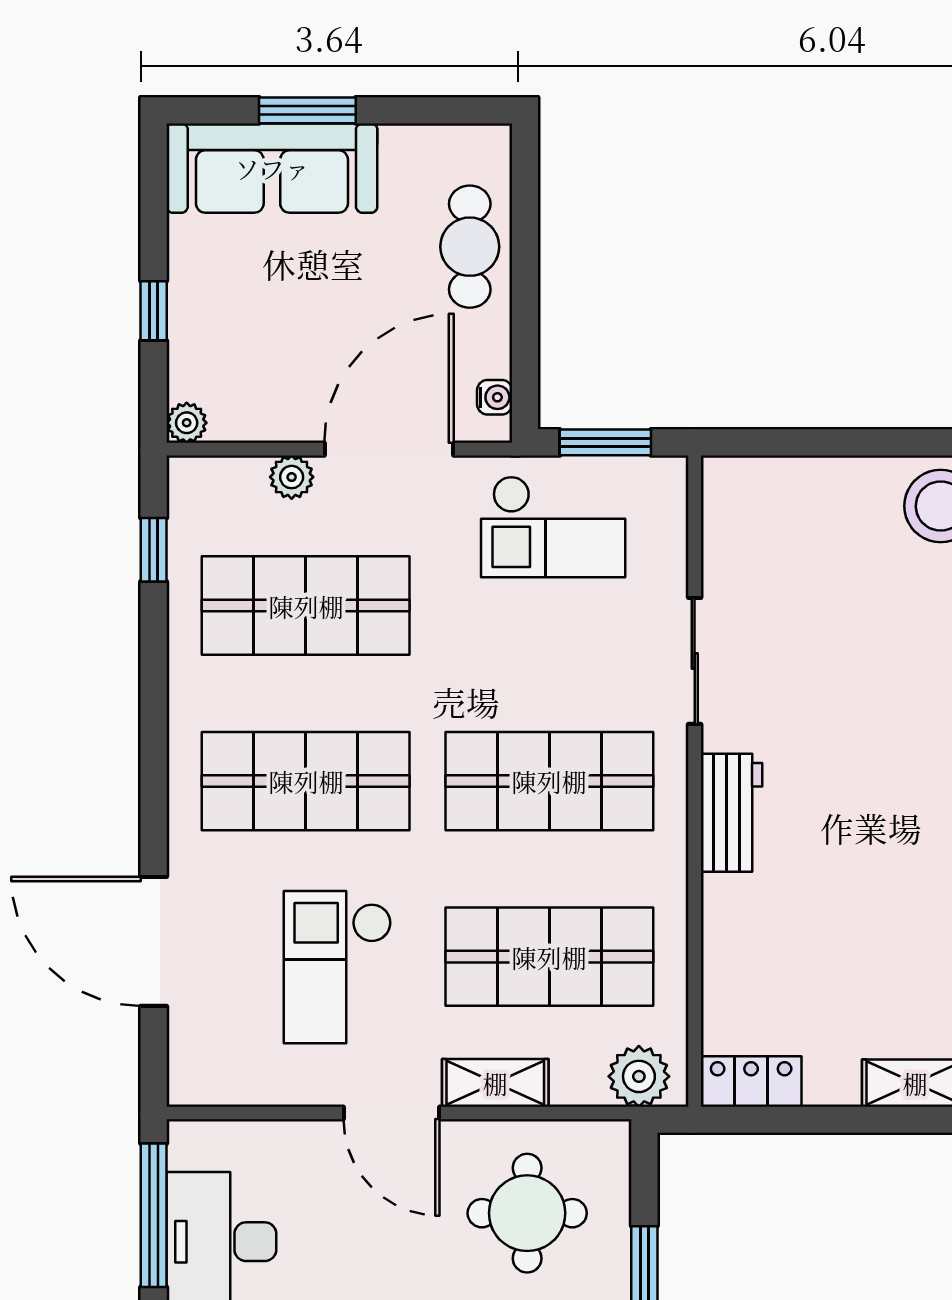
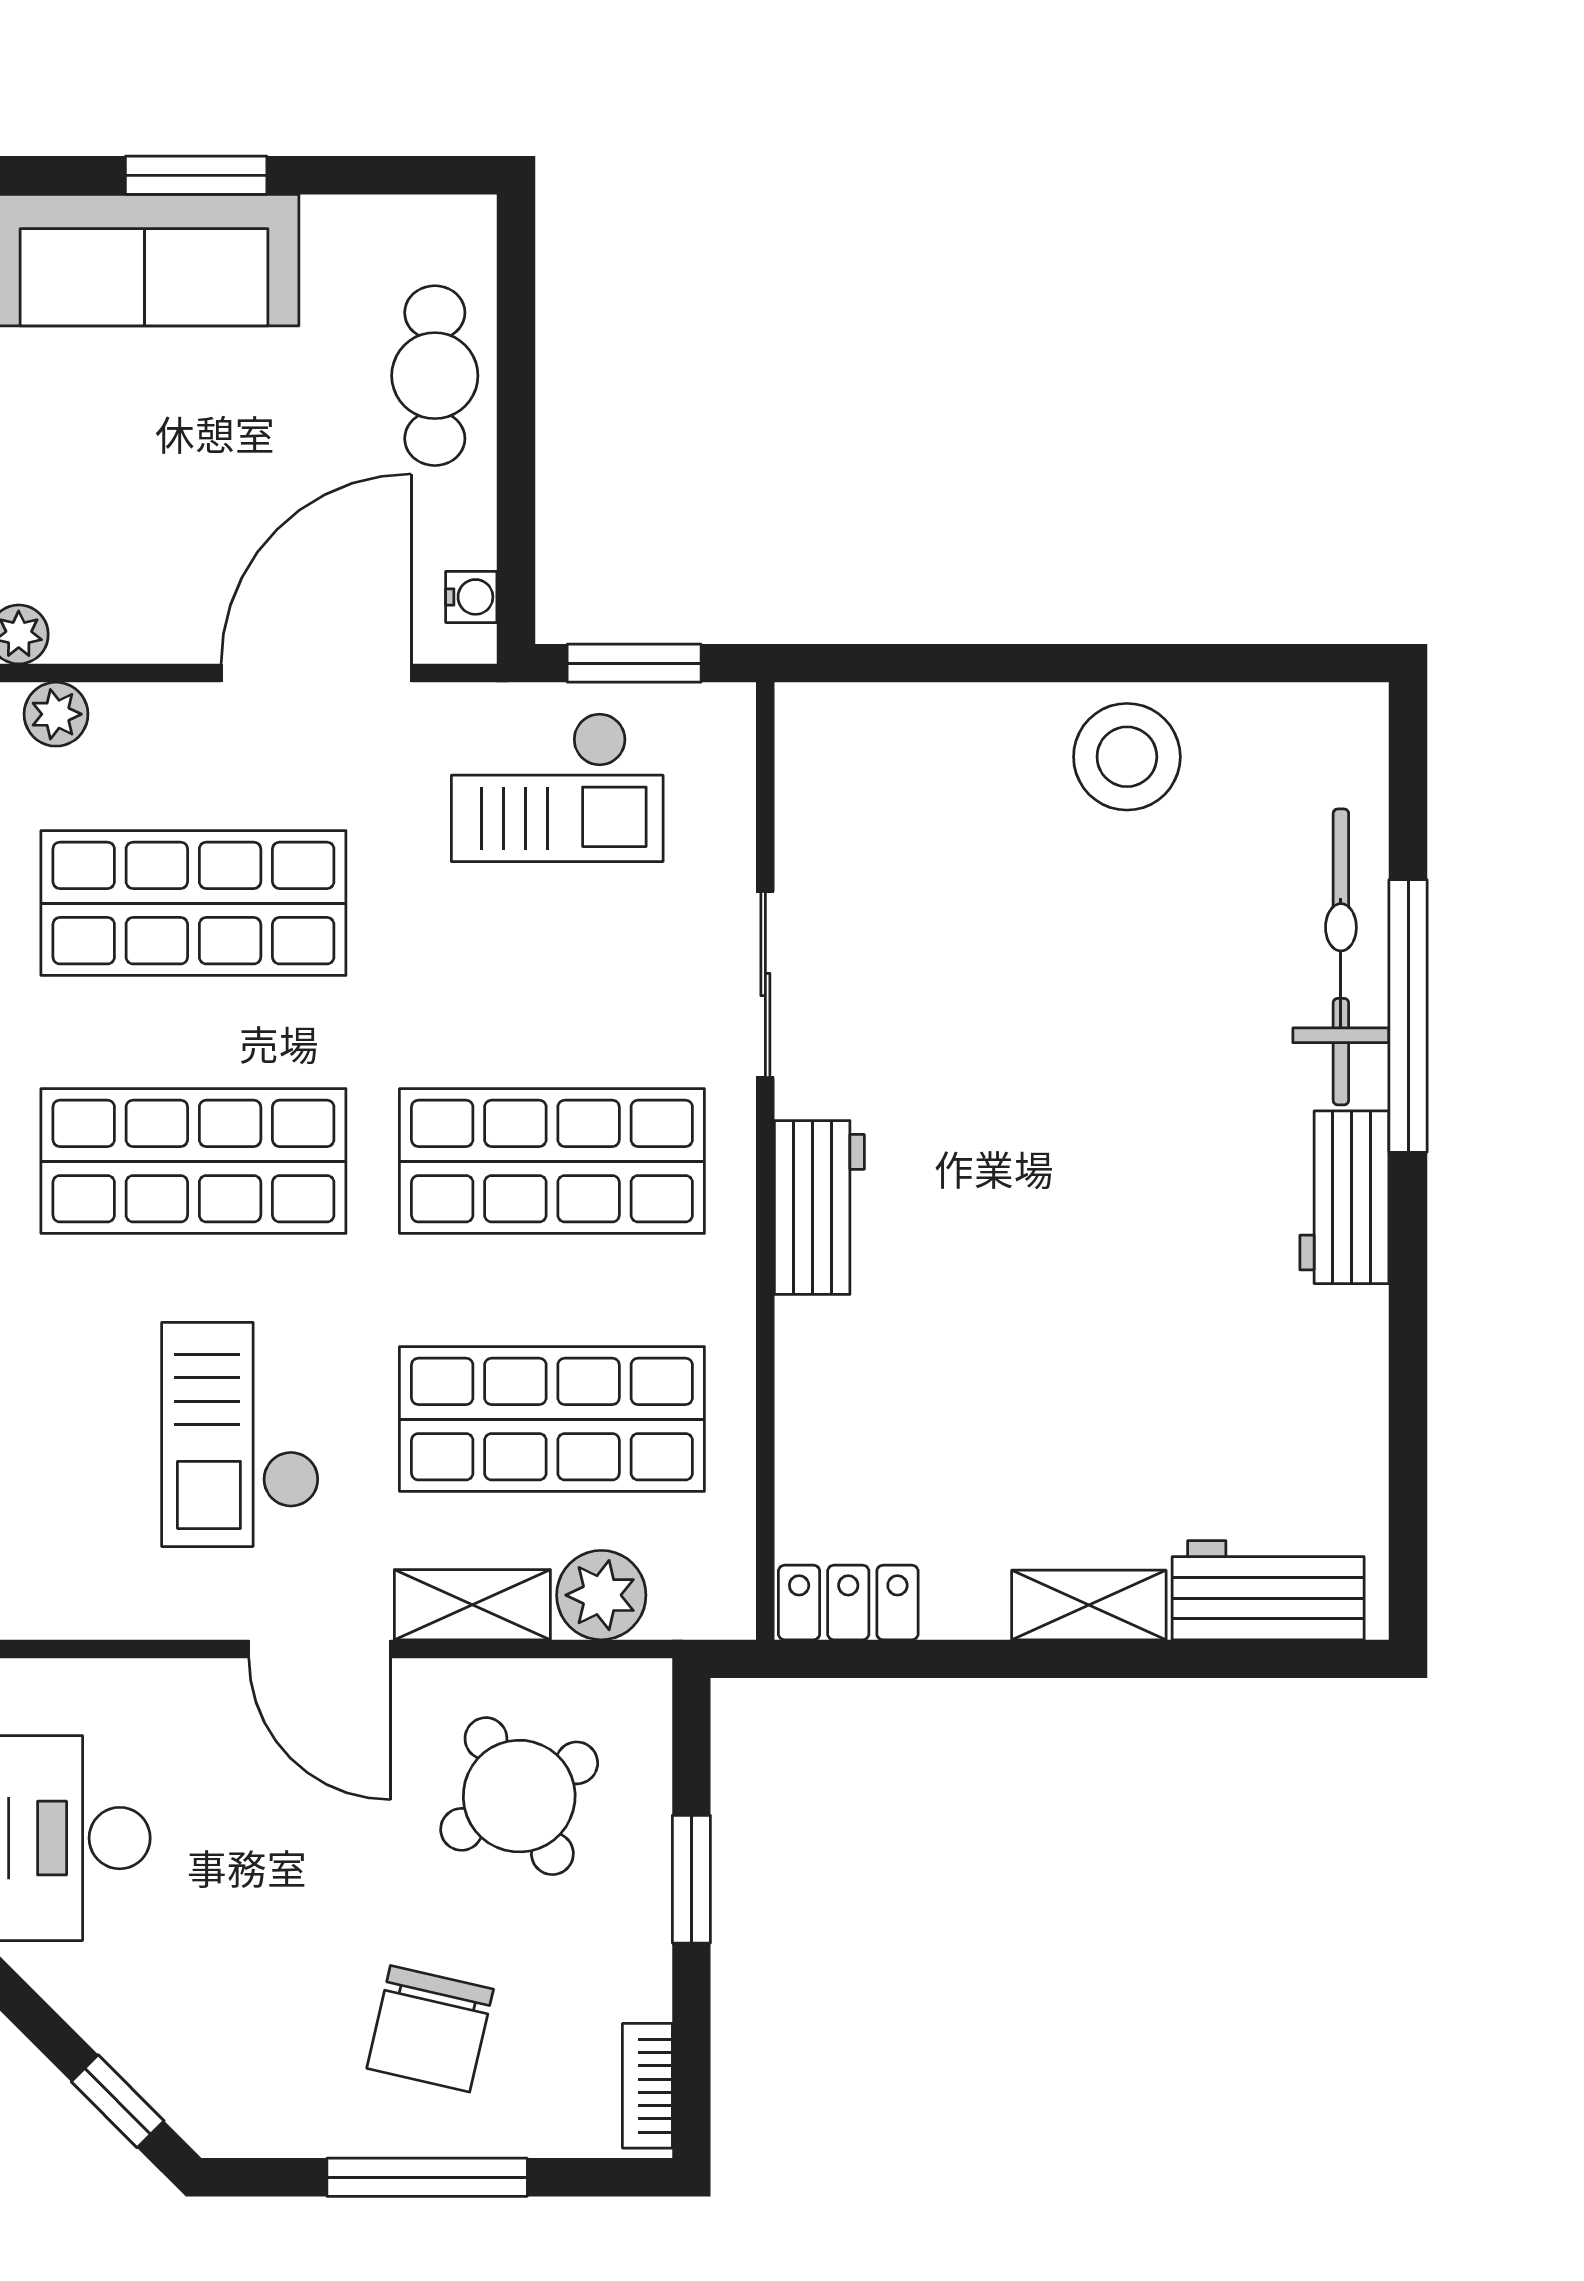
plant: (292, 477) -> (56, 714), moved
plant: (639, 1076) -> (601, 1595), moved
round table: (527, 1213) -> (519, 1796), turned -30

